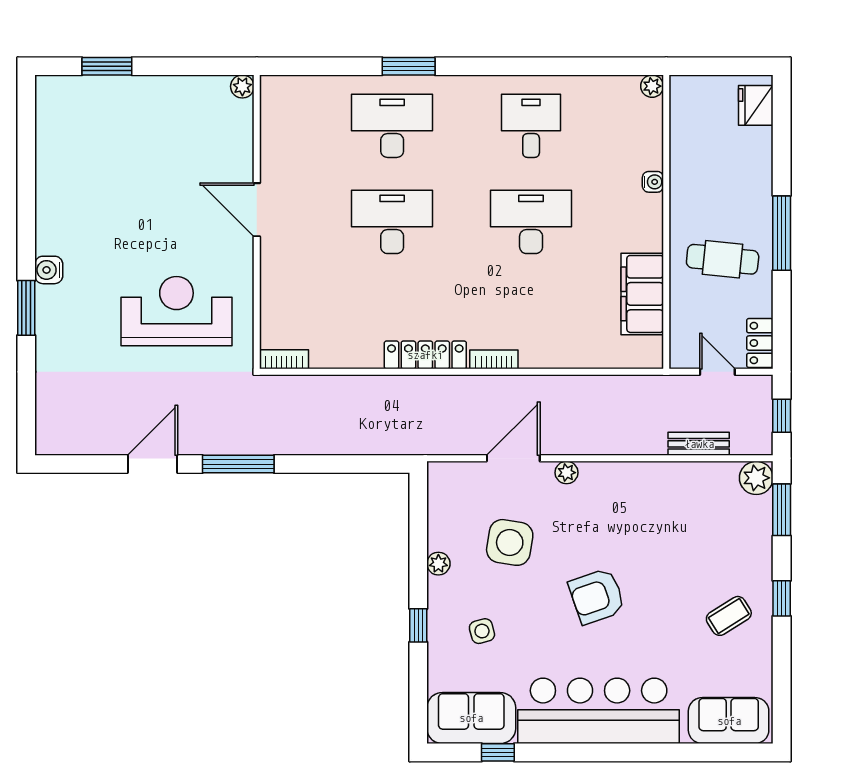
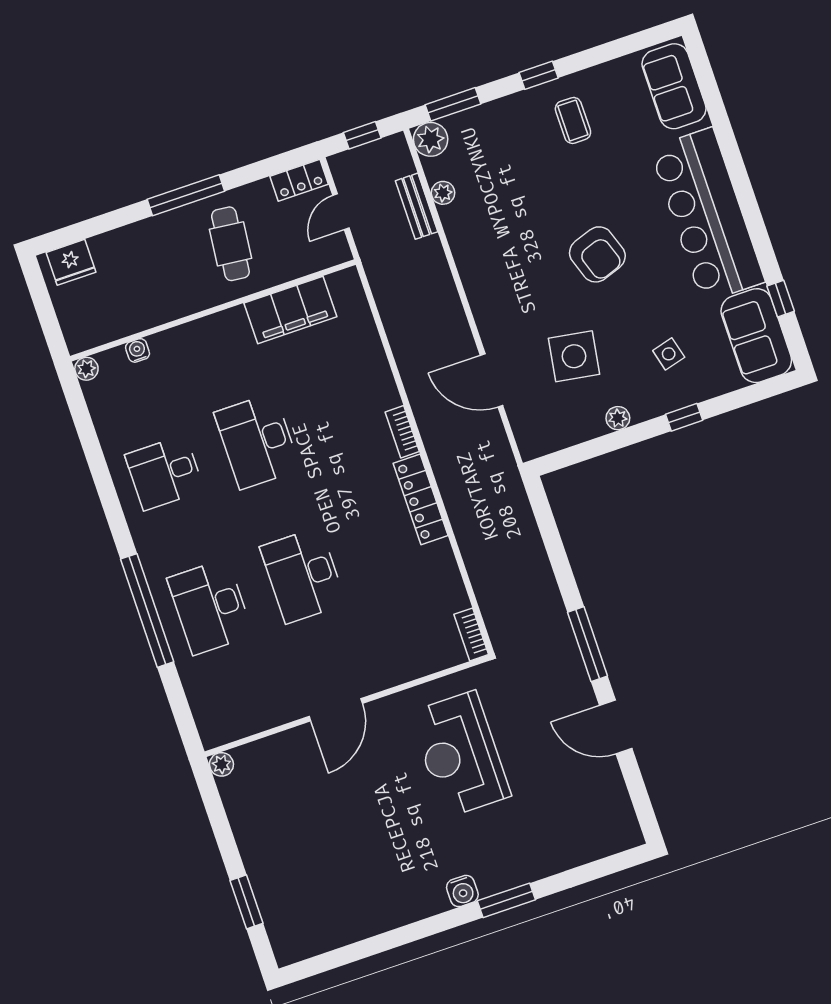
window: (409, 66) -> (147, 610), width x2.11
water cooler: (653, 182) -> (138, 350), moved
plant: (567, 473) -> (443, 193), moved
coffee table: (729, 616) -> (573, 120), turned 32

